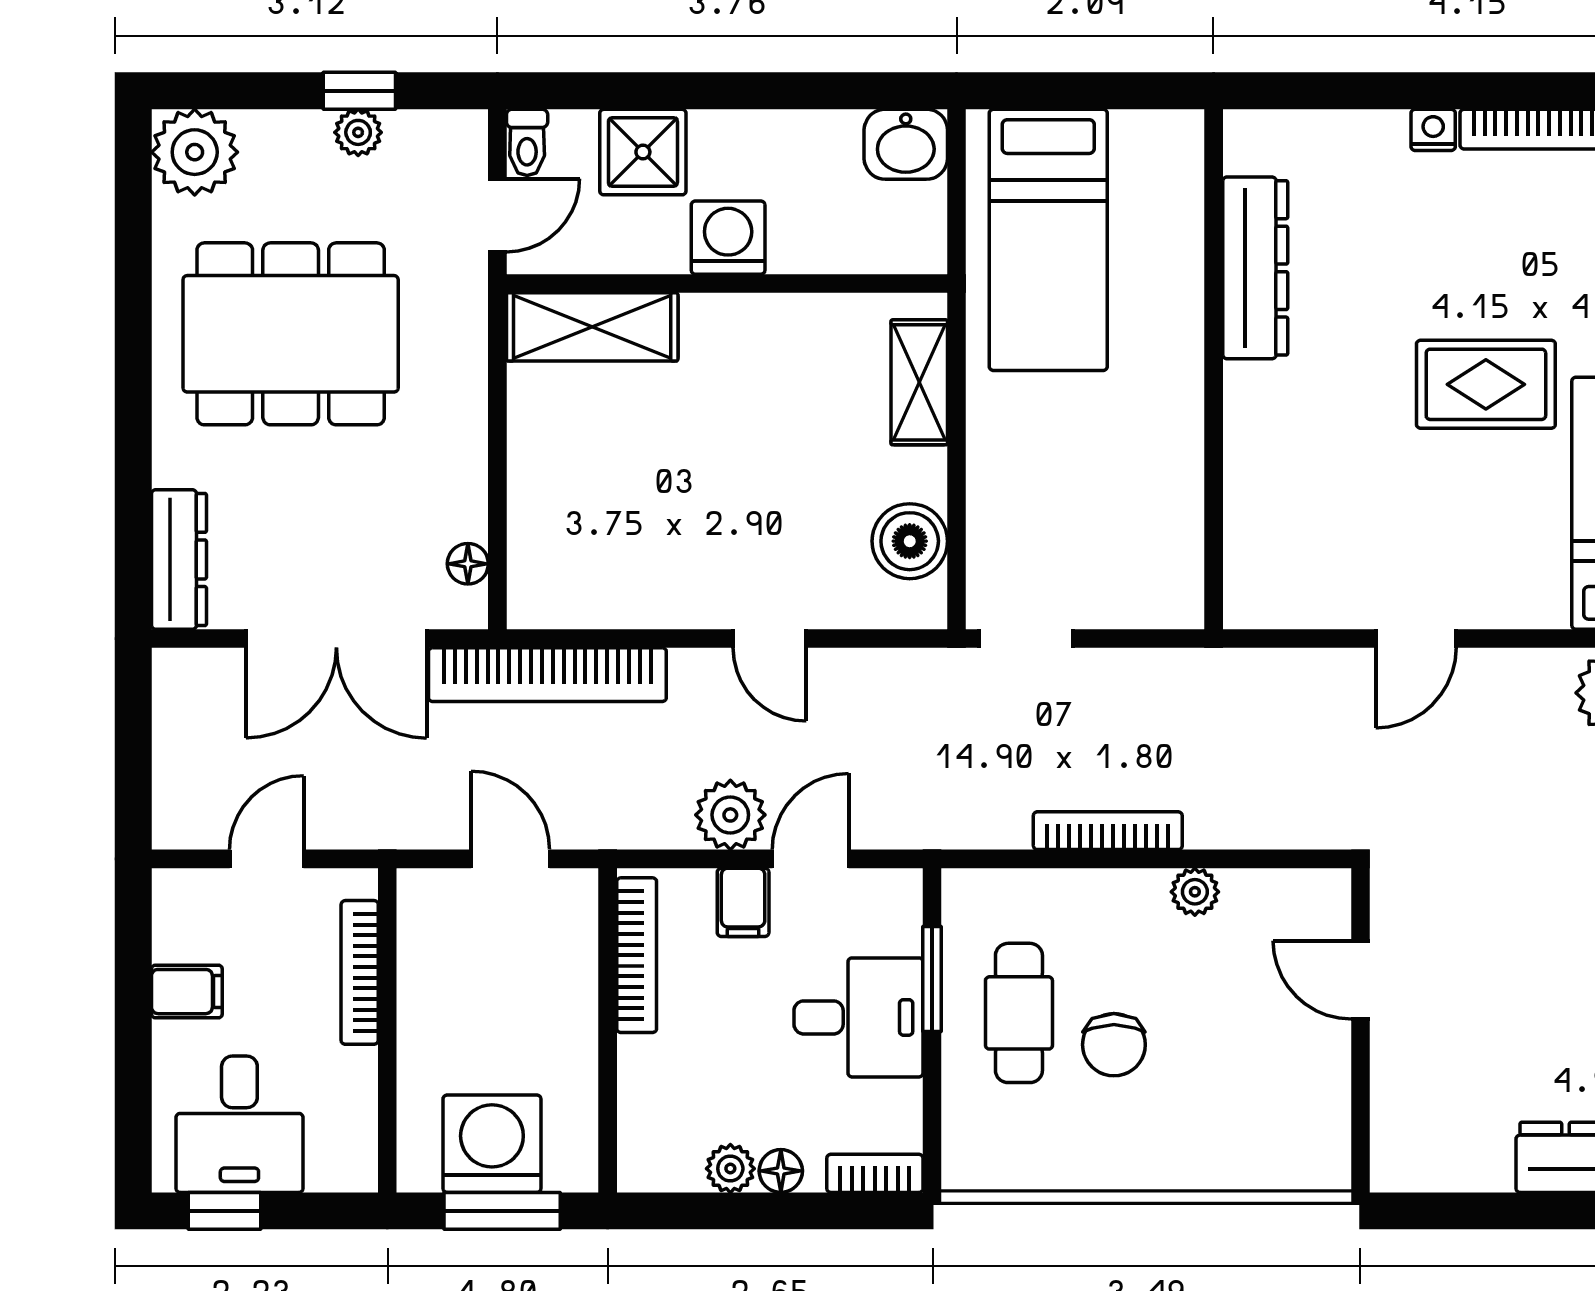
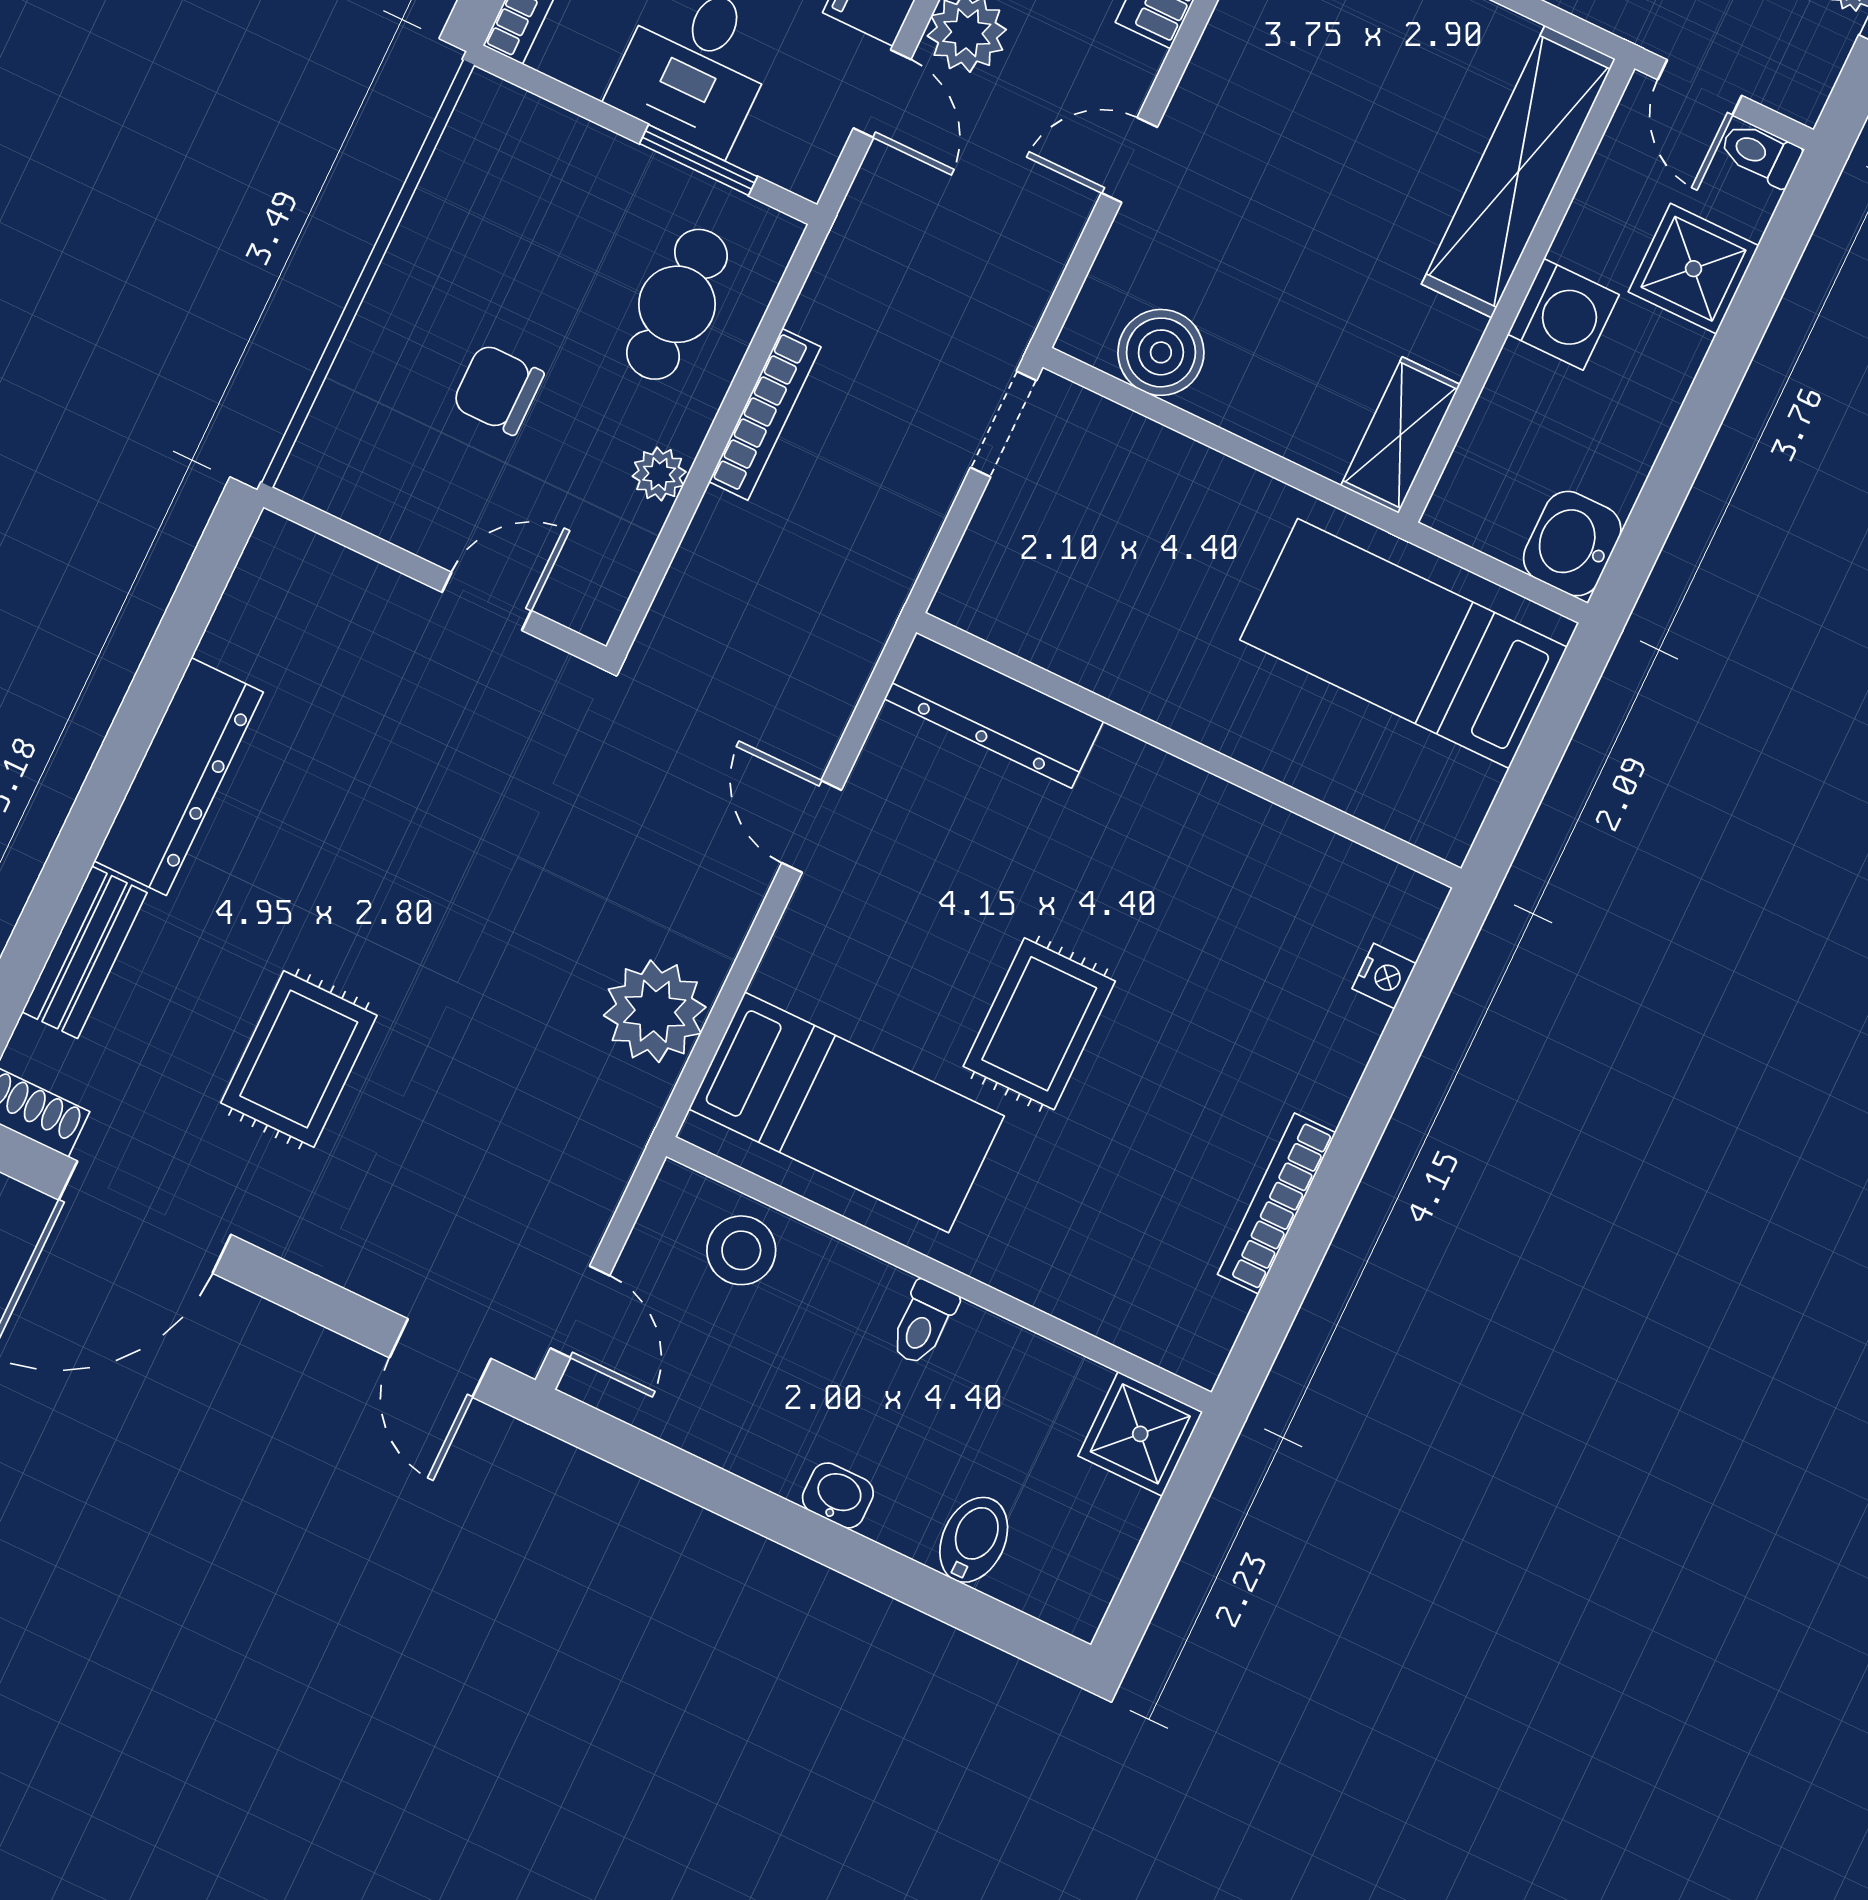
nightstand: (1433, 130) -> (1384, 976), moved
dresser: (1255, 268) -> (994, 710), moved
shelving: (592, 327) -> (1518, 172), width x1.47
shelving: (919, 382) -> (1400, 435), moved, turned 90
cafe table: (1019, 1013) -> (677, 304), moved, turned 90
chair: (1114, 1045) -> (498, 389), moved

